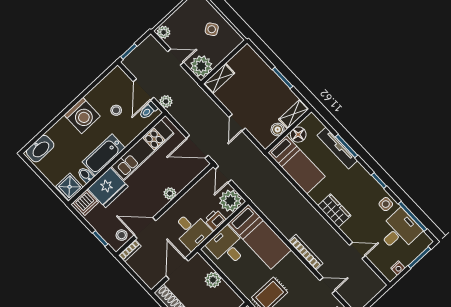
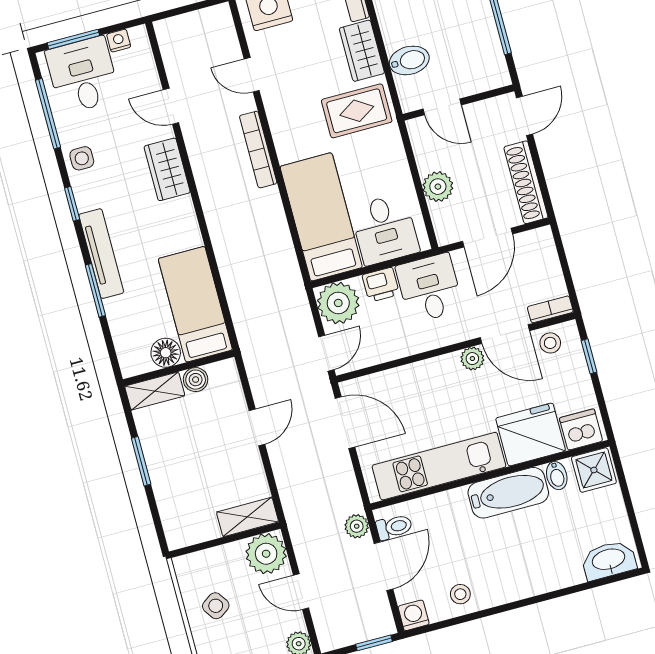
stool: (116, 110) -> (460, 594), moved
washing machine: (82, 115) -> (414, 615), moved, width x0.53, depth x0.53
tv unit: (337, 148) -> (101, 254), moved
plant: (170, 193) -> (472, 359), moved
wardrobe: (334, 211) -> (167, 169), moved
desk: (399, 231) -> (83, 75), moved, turned 90

